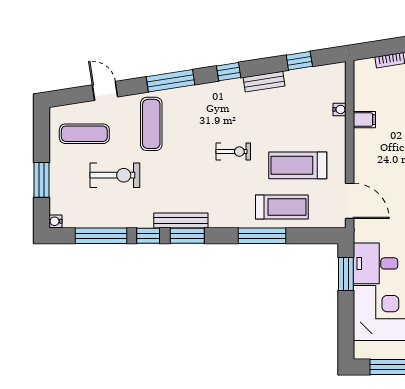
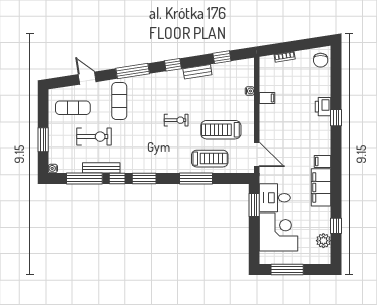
bench: (181, 221) -> (101, 168), moved

